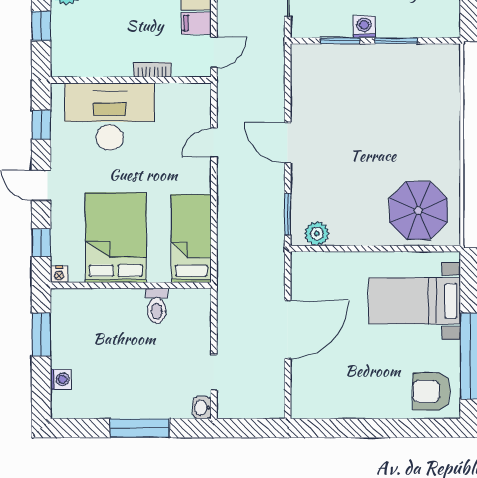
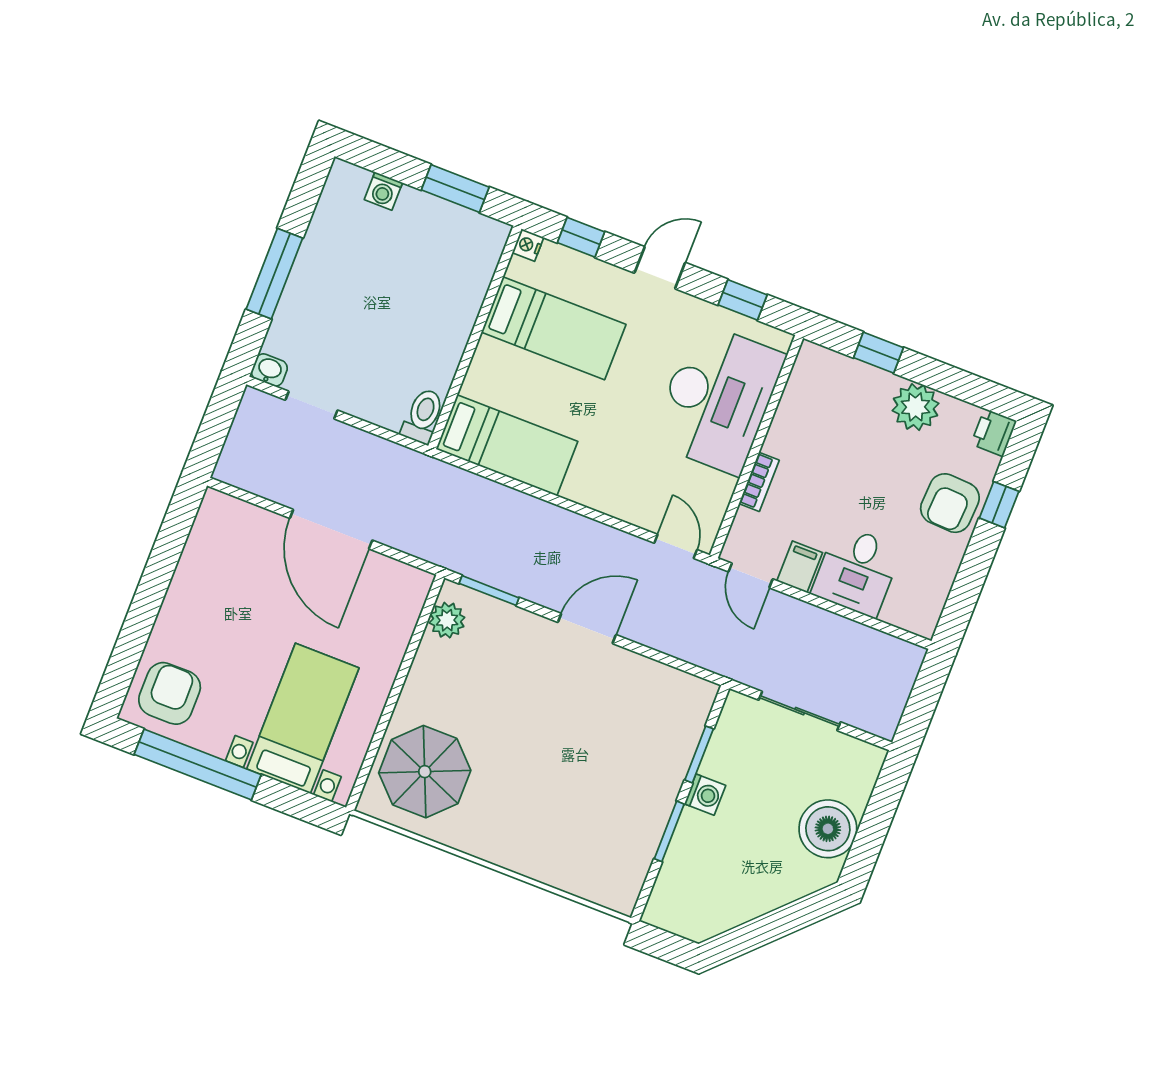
door: (214, 143) -> (676, 546), moved
bed: (116, 238) -> (554, 328), width x0.67
toilet: (157, 306) -> (423, 416), moved, turned 90

